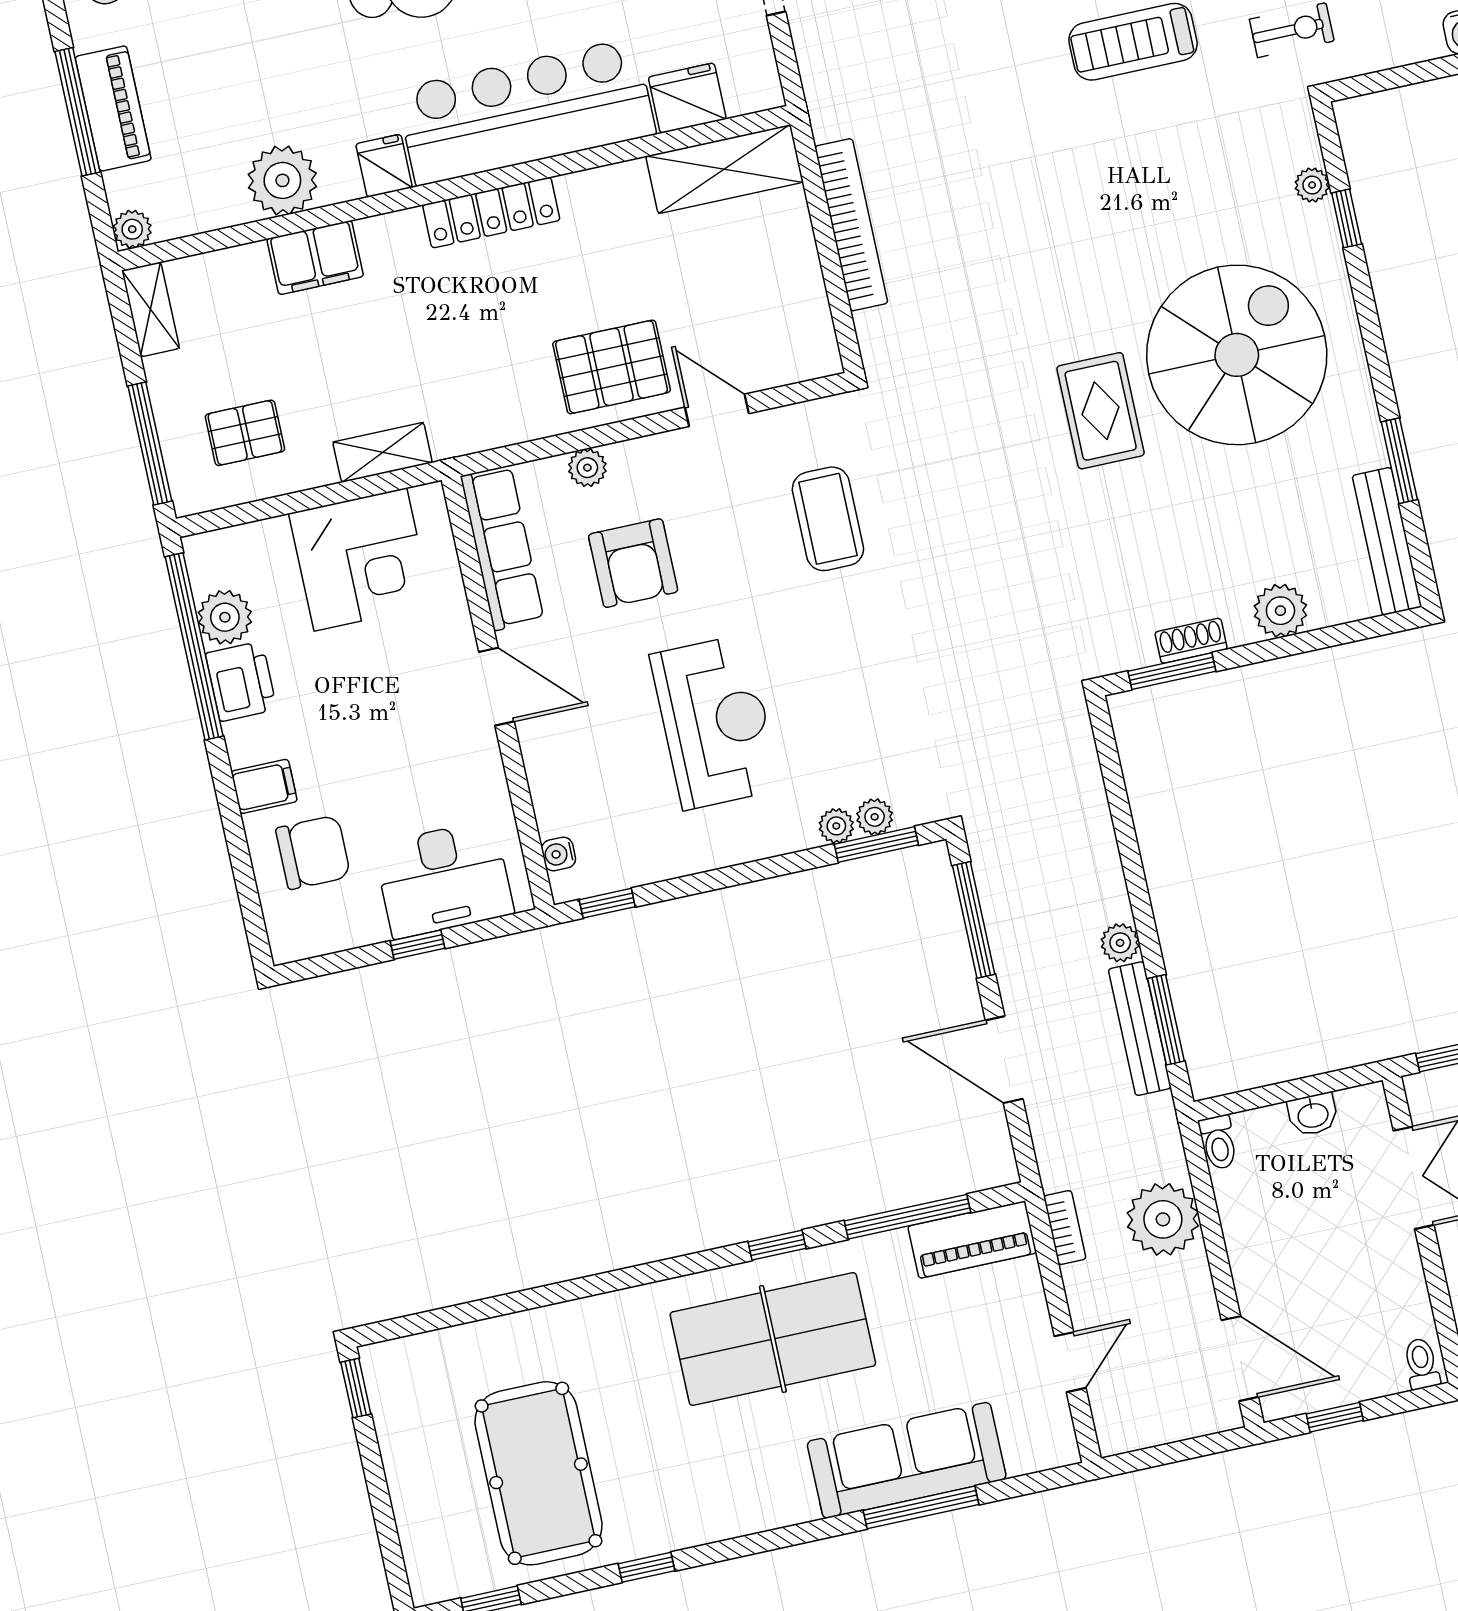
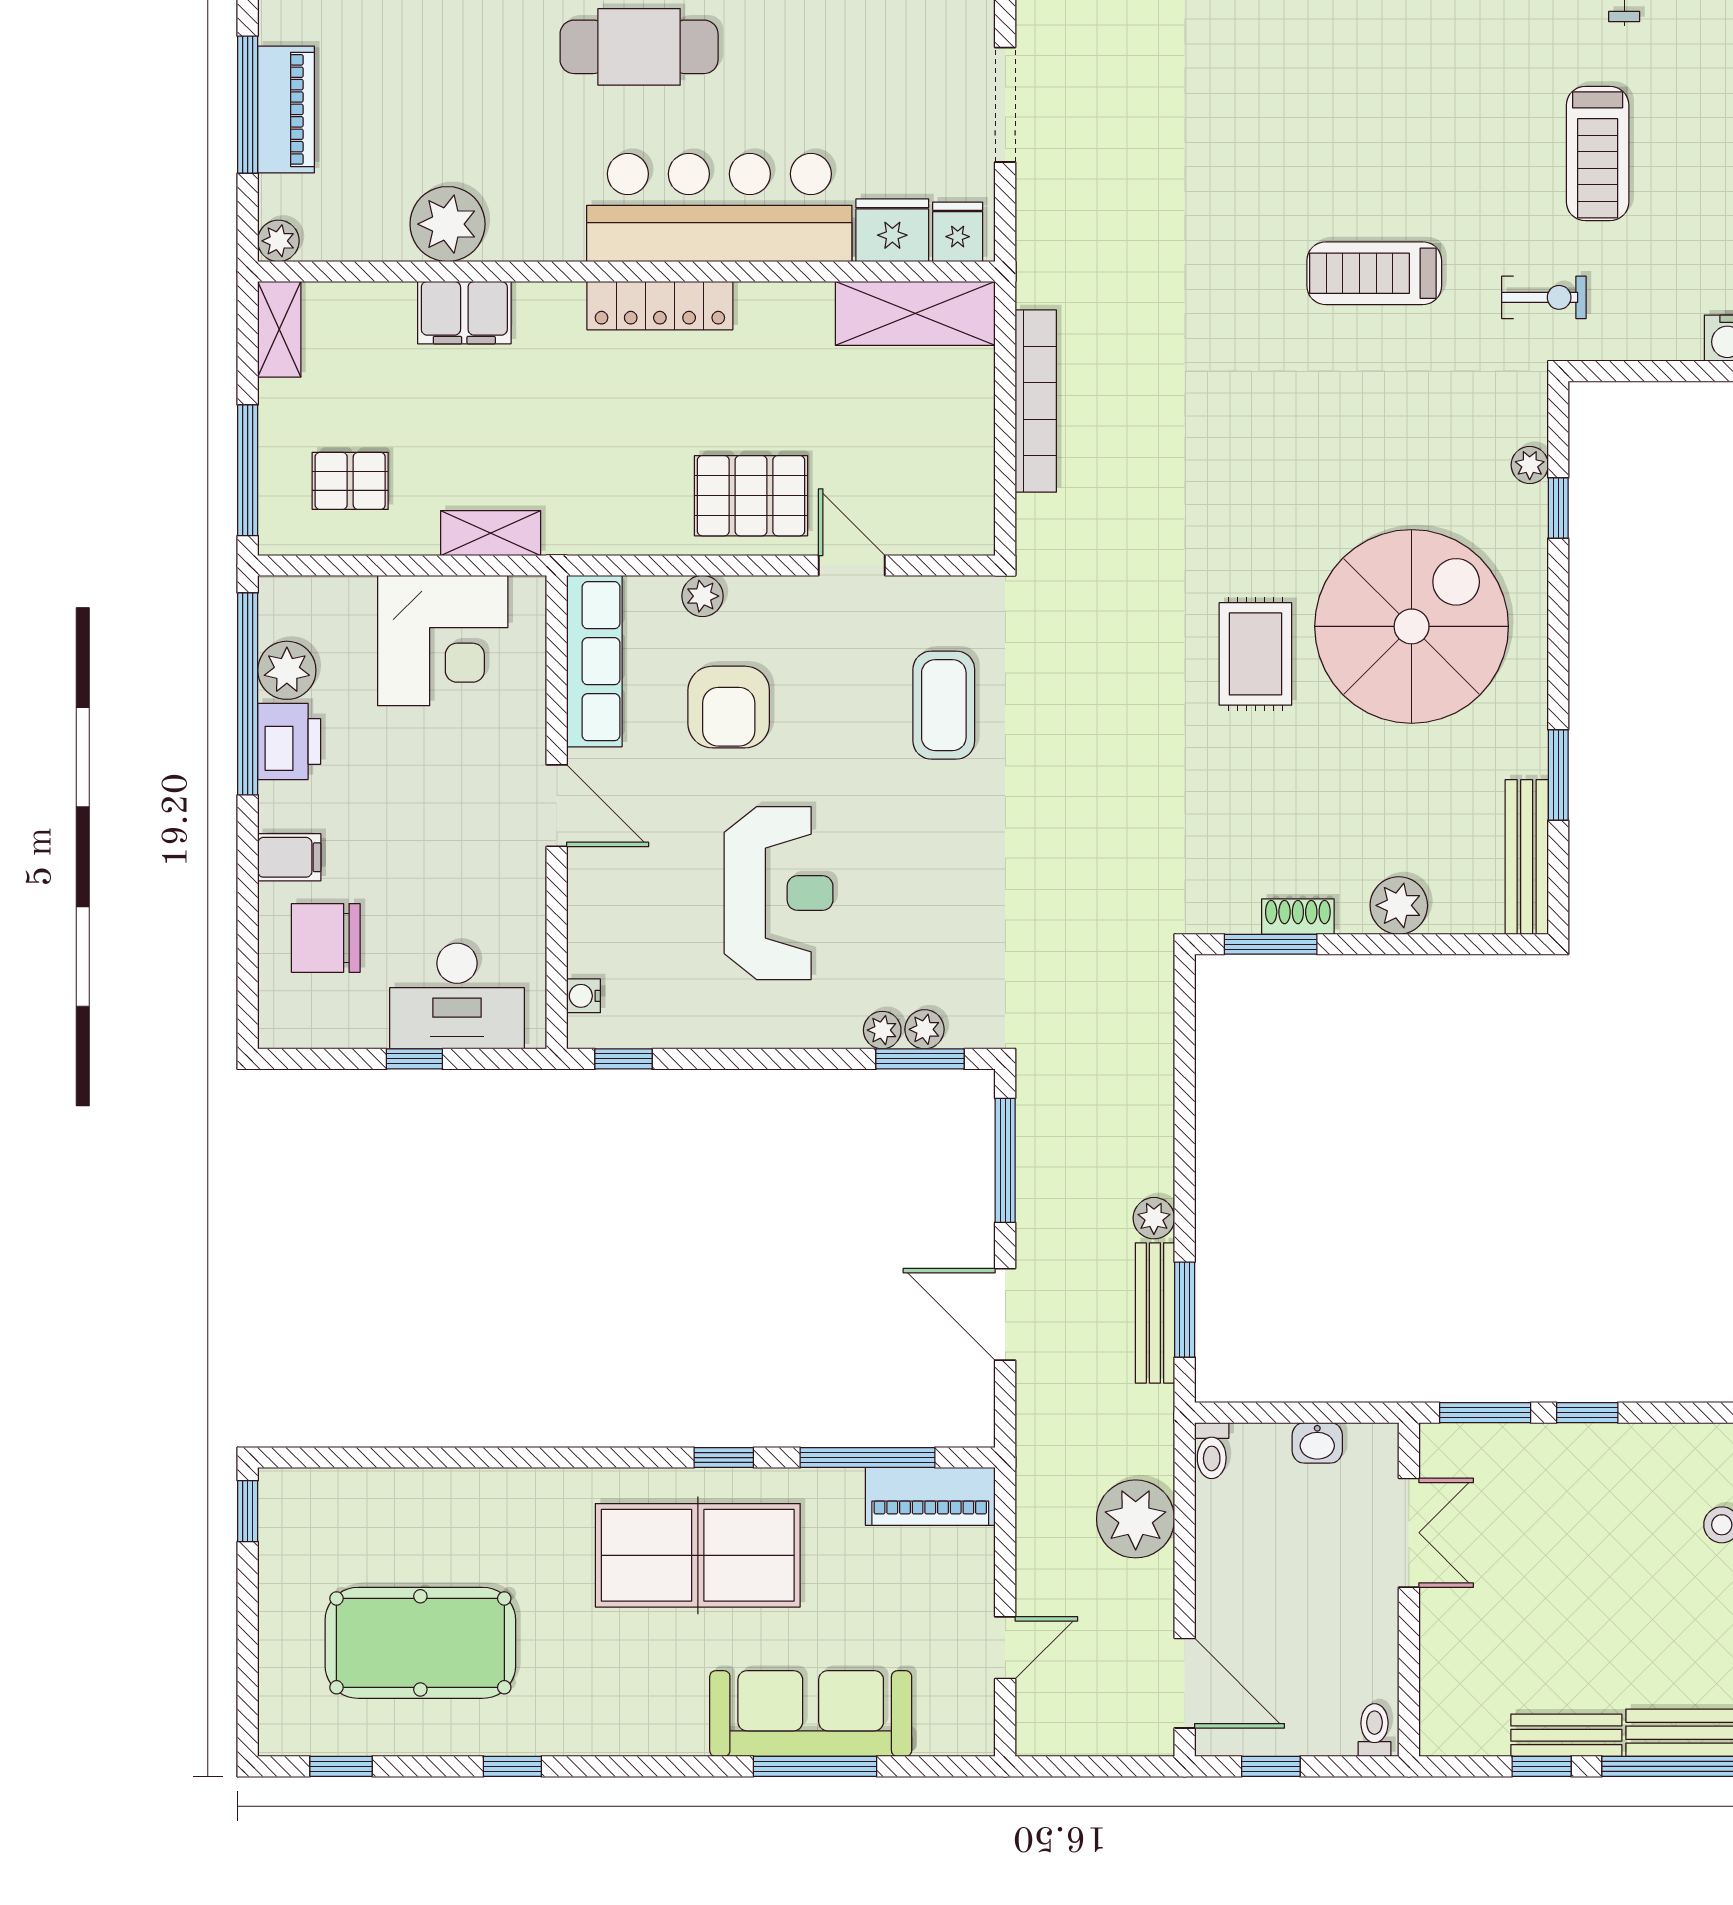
fridge: (384, 166) -> (958, 232), moved
chair: (313, 852) -> (326, 938), turned 180
bookcase: (1065, 1228) -> (1030, 1505), removed
pool table: (539, 1473) -> (420, 1643), turned 90

